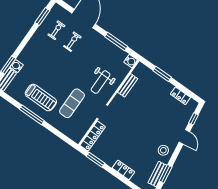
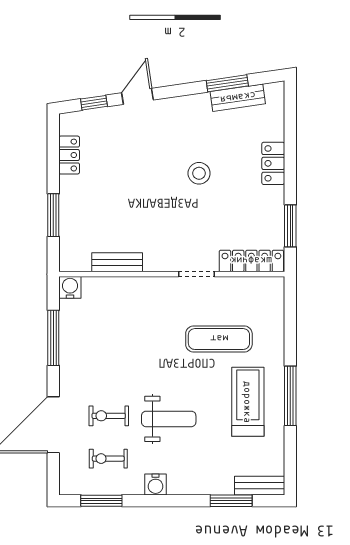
water cooler: (17, 66) -> (156, 485), moved
weight bench: (100, 82) -> (169, 419), moved
stool: (163, 150) -> (199, 173), moved

